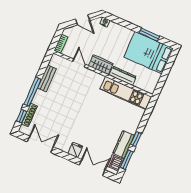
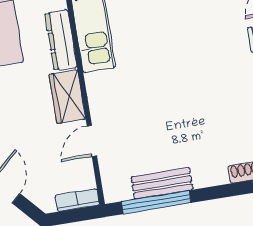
window: (33, 92) -> (156, 202), moved

